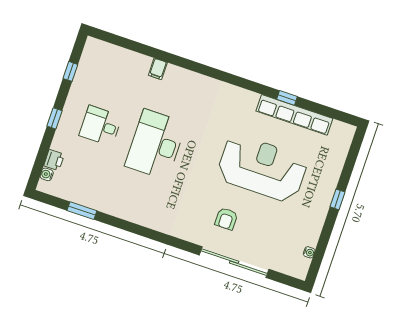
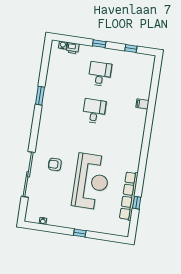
window: (287, 98) -> (137, 203), moved
desk: (156, 144) -> (94, 111), width x0.53, depth x0.77
window: (82, 211) -> (40, 96), moved

